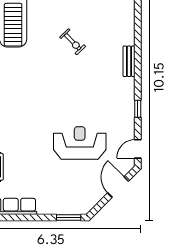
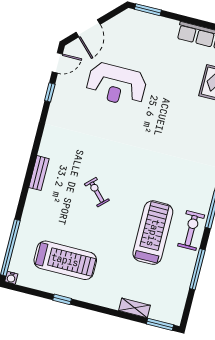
bench: (129, 61) -> (39, 173), moved
window: (138, 109) -> (50, 92), moved

